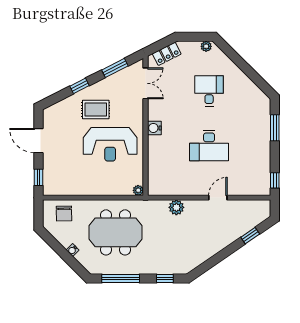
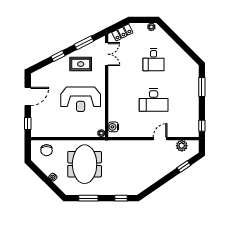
desk: (209, 91) -> (154, 60), turned 180
rug: (96, 110) -> (81, 64), moved
water cooler: (154, 128) -> (113, 127), moved
door: (39, 141) -> (28, 96), swing flipped
plant: (176, 207) -> (182, 146), moved
meeting table: (116, 232) -> (85, 164), turned 90
window: (121, 278) -> (88, 198), width x0.69

